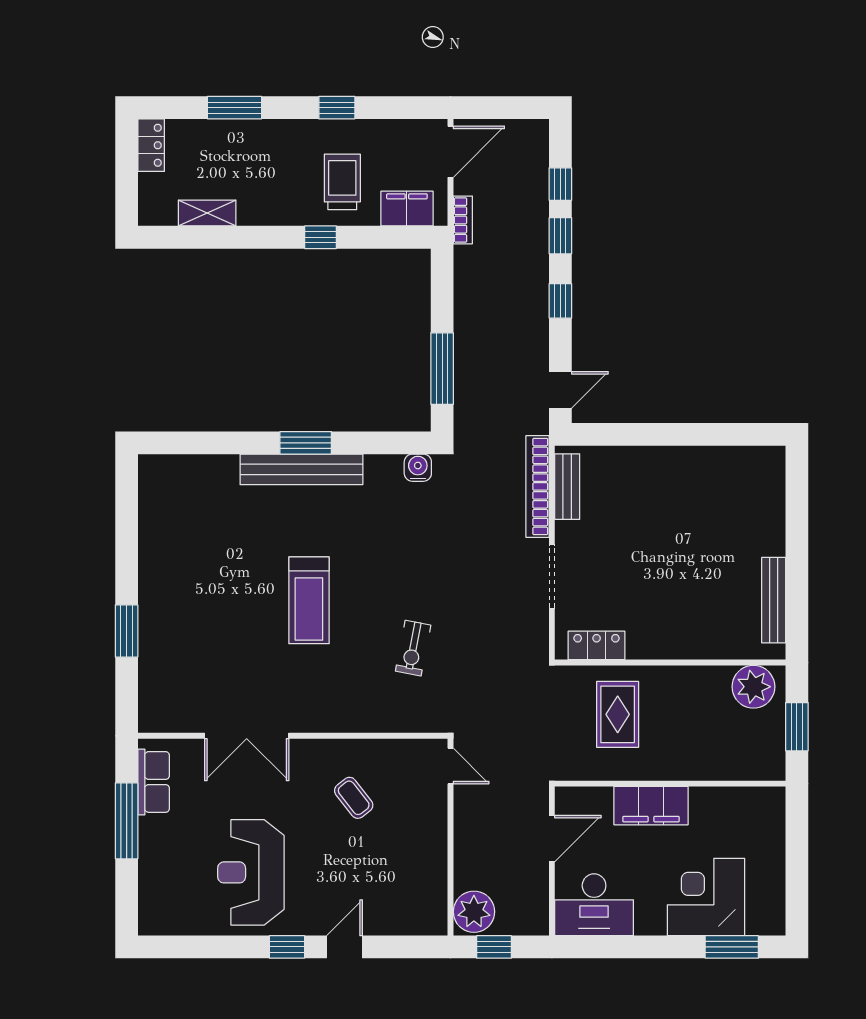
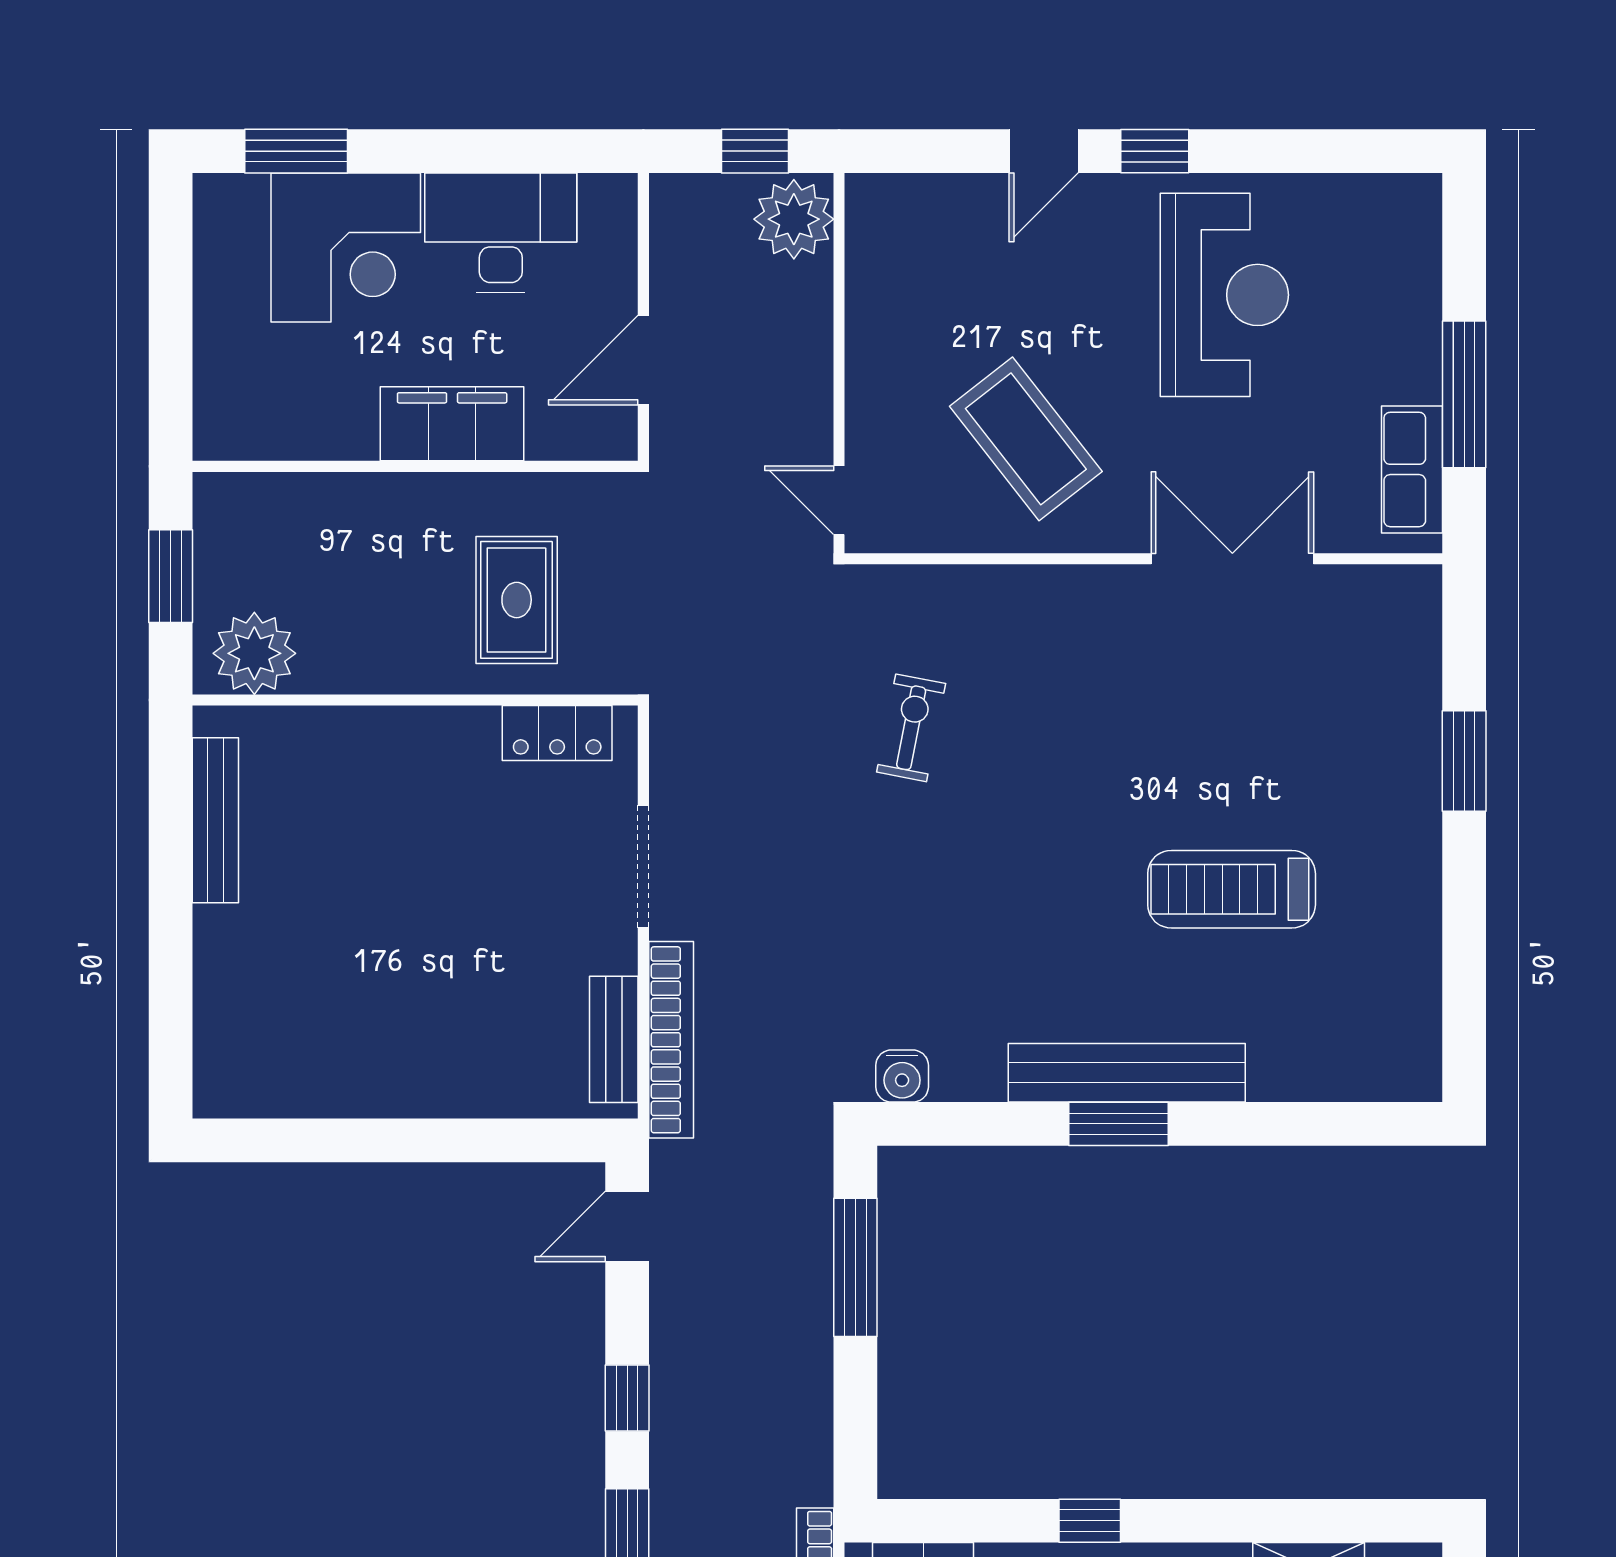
treadmill: (309, 600) -> (1232, 889), moved, turned -90
coffee table: (354, 798) -> (1026, 439), width x1.86, depth x1.72
desk: (594, 905) -> (501, 233), moved

